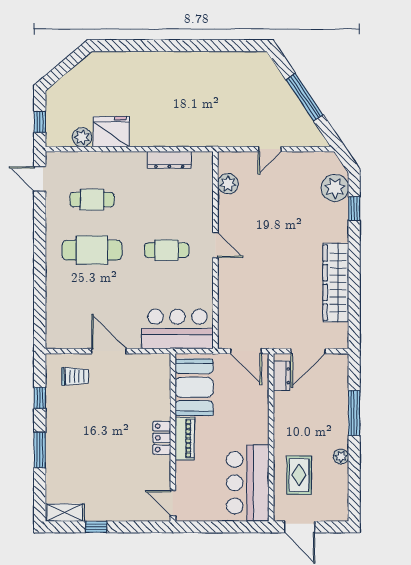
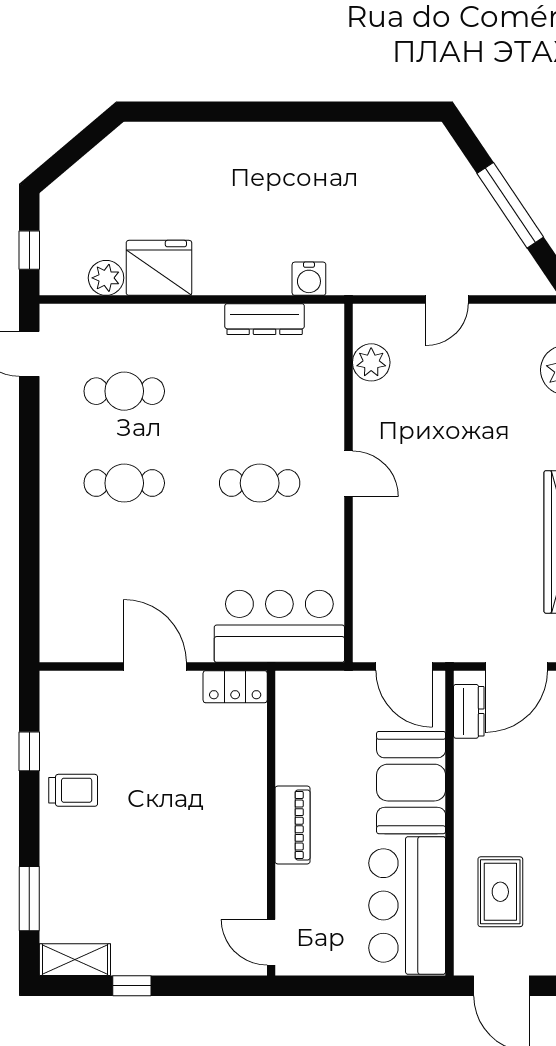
water cooler: (194, 138) -> (309, 279), added
cafe table: (92, 250) -> (124, 483), width x0.73, depth x0.74
trolley: (75, 376) -> (73, 790), moved
booth: (194, 387) -> (411, 783), moved
locker: (162, 438) -> (235, 687), moved, turned -90
window: (40, 450) -> (29, 899), moved

